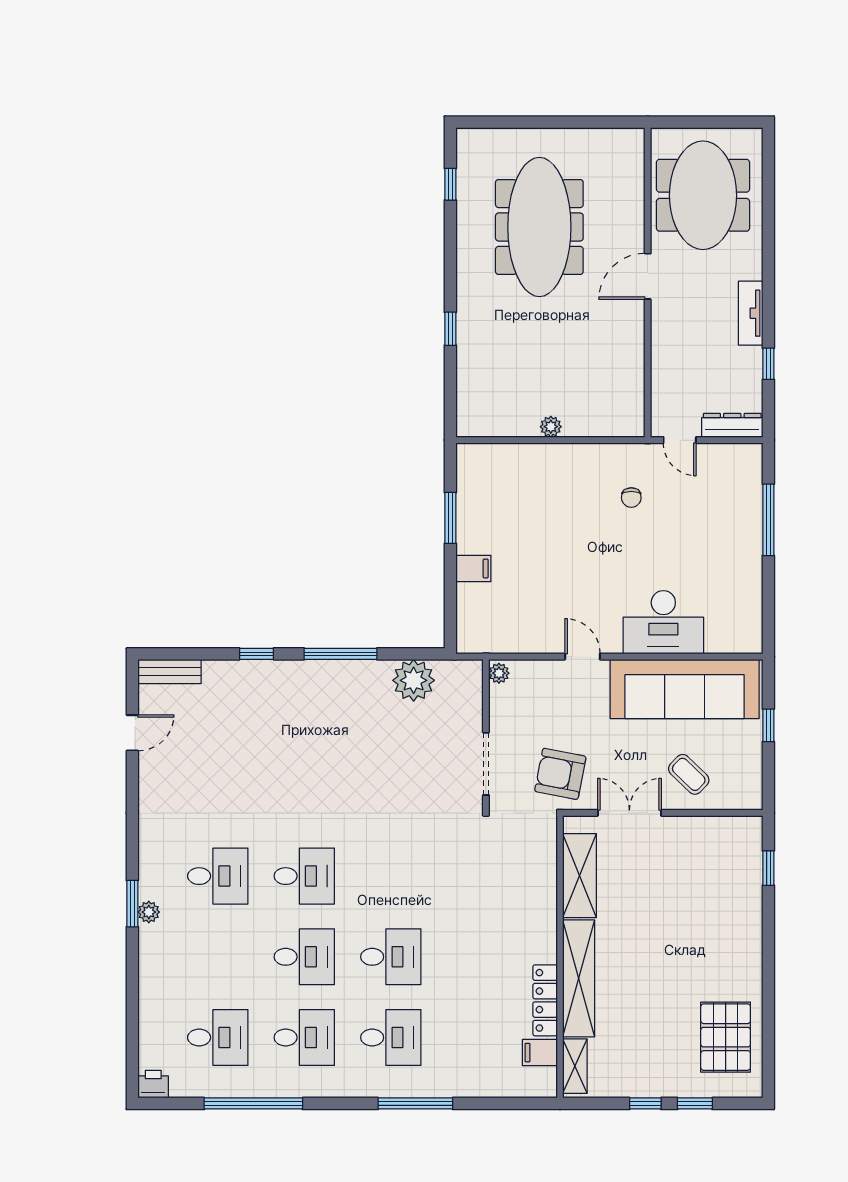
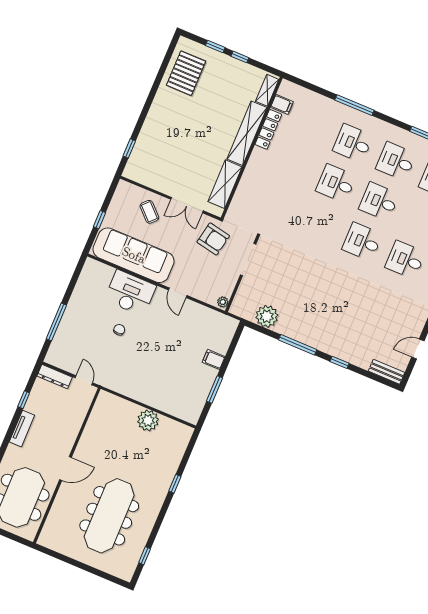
plant: (551, 427) -> (148, 420), width x1.87, depth x1.87
chair: (631, 498) -> (119, 330), moved

